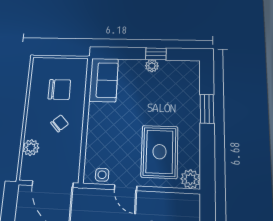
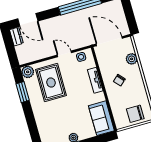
chair: (59, 89) -> (135, 114), moved
window: (207, 109) -> (23, 92), moved
tv unit: (94, 134) -> (95, 80), added

